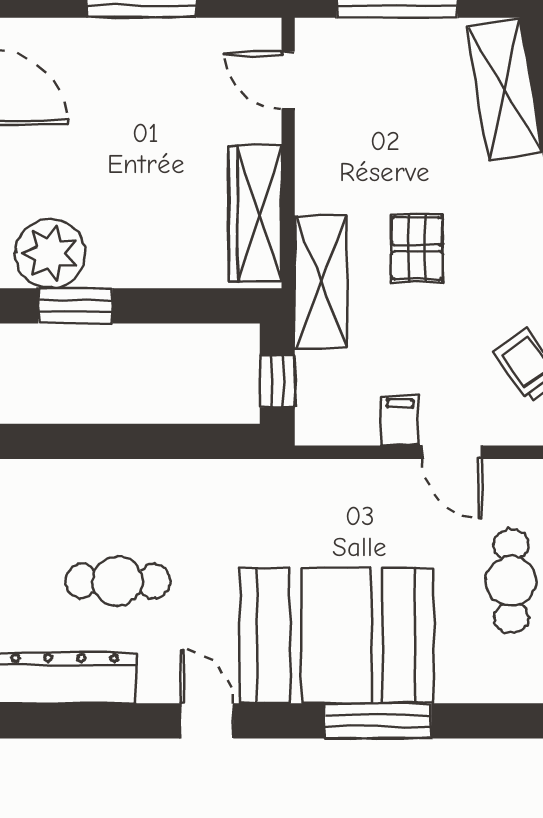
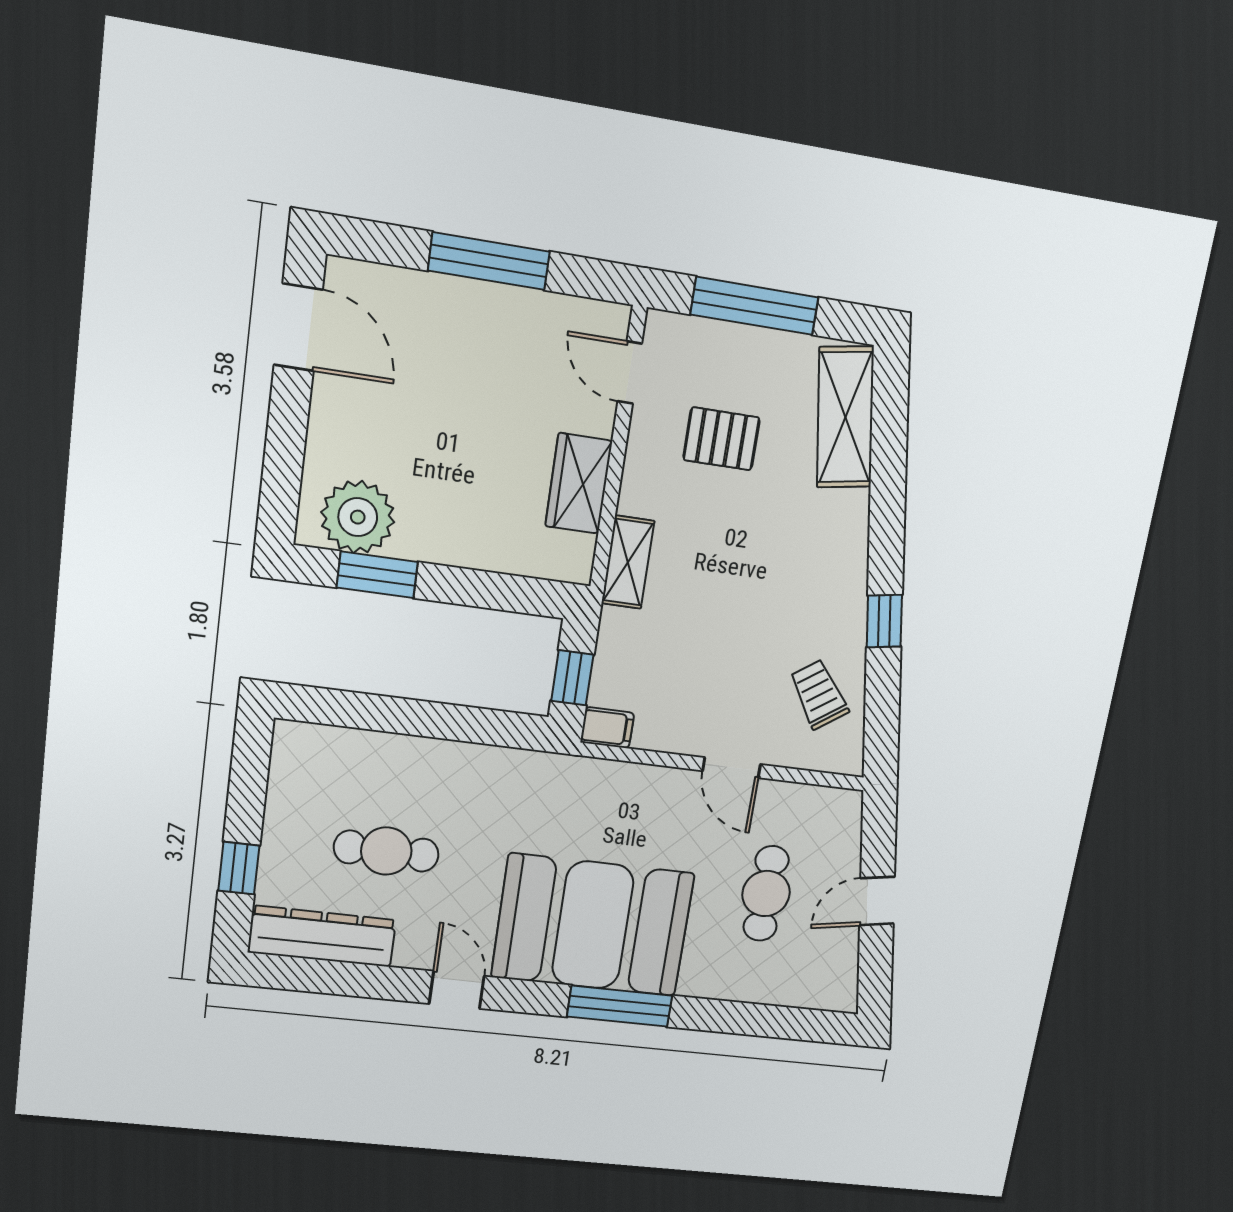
wardrobe: (255, 214) -> (579, 484), width x0.67
pallet: (417, 248) -> (721, 439), moved, turned 90
shelving: (321, 282) -> (628, 562), width x0.67, depth x0.75
filing cabinet: (400, 421) -> (607, 728), moved, turned 90

